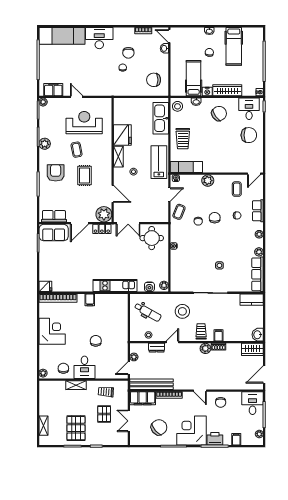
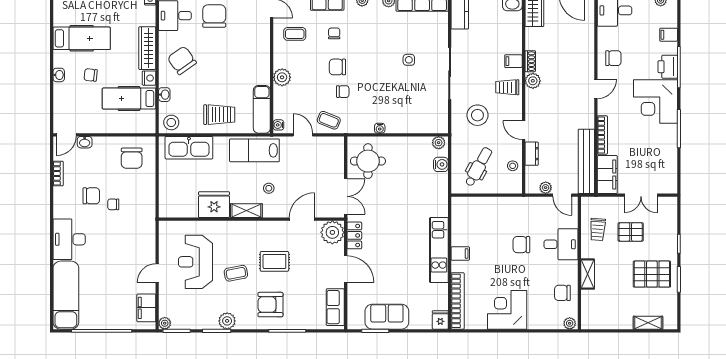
sofa: (54, 233) -> (387, 317), moved, turned -90
kitchen unit: (115, 286) -> (439, 250), moved
desk: (84, 367) -> (561, 244), moved
chair: (159, 427) -> (651, 150), removed

